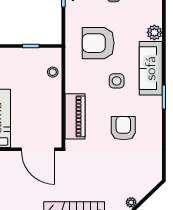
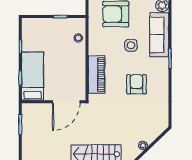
door: (38, 149) -> (66, 102), hinge flipped

